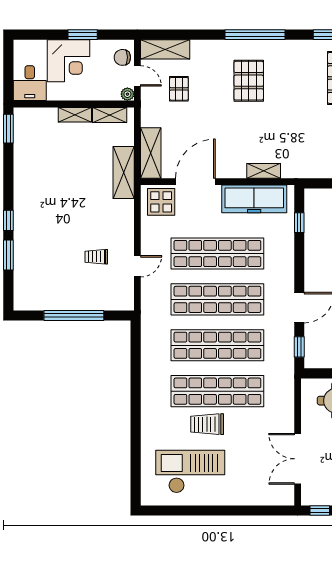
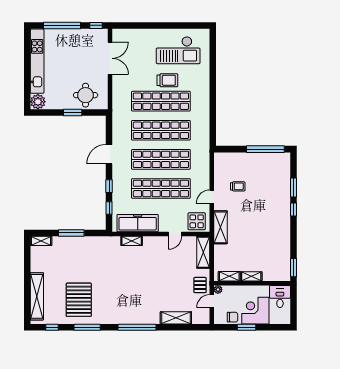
shelving: (165, 49) -> (176, 318), moved
chair: (122, 57) -> (233, 317), moved
door: (137, 76) -> (212, 301), hinge flipped
pallet: (249, 81) -> (141, 298), removed
pallet: (179, 89) -> (200, 285), moved
shelving: (124, 173) -> (220, 227), moved
door: (195, 182) -> (175, 234), width x0.53
door: (137, 266) -> (212, 197), moved
window: (74, 316) -> (265, 149), moved
window: (299, 347) -> (109, 186), moved

